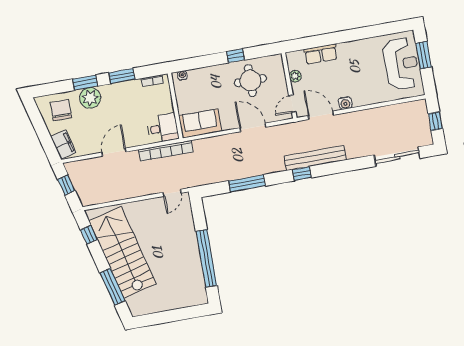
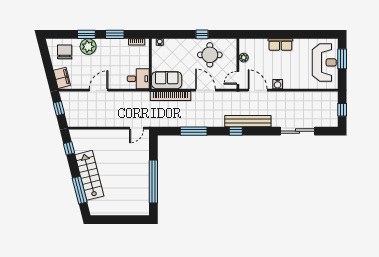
row of seats: (321, 54) -> (280, 44), moved
bookcase: (166, 151) -> (170, 96), moved
sliding door: (397, 157) -> (298, 131), moved
stairs: (122, 252) -> (89, 175), width x0.73, depth x0.66

